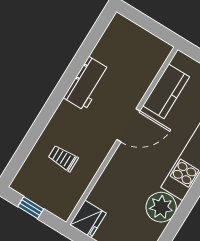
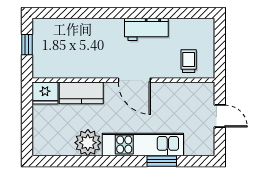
kitchen counter: (166, 91) -> (81, 93), moved
trolley: (63, 158) -> (189, 61), moved

